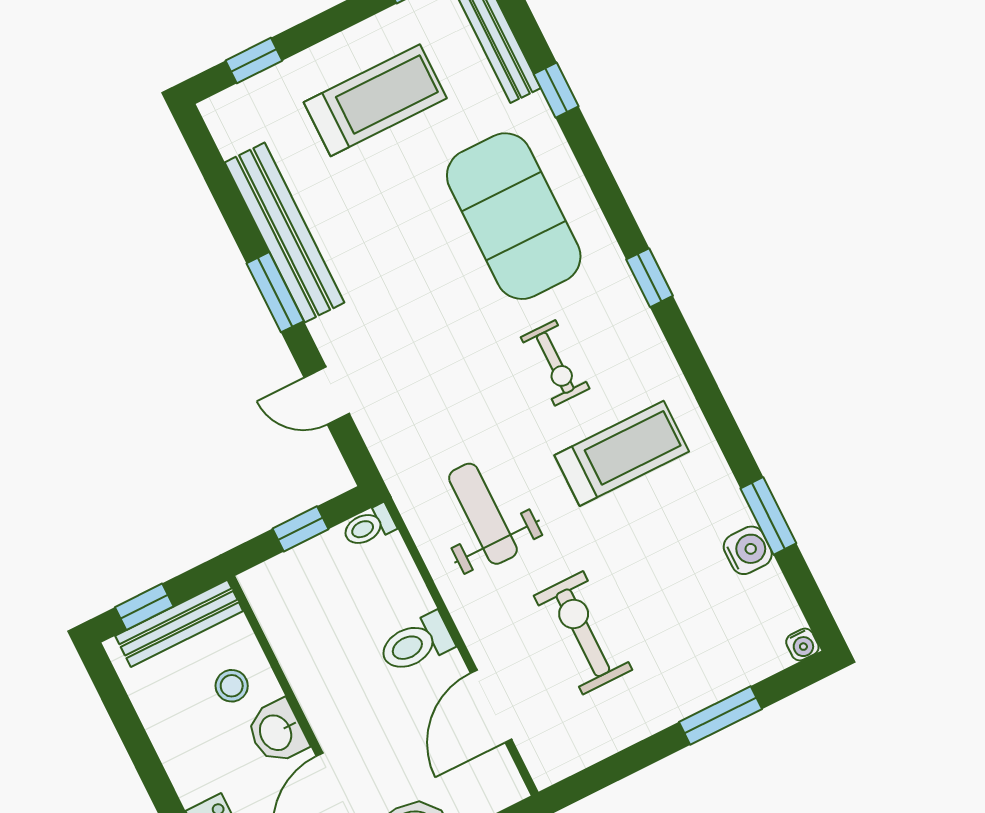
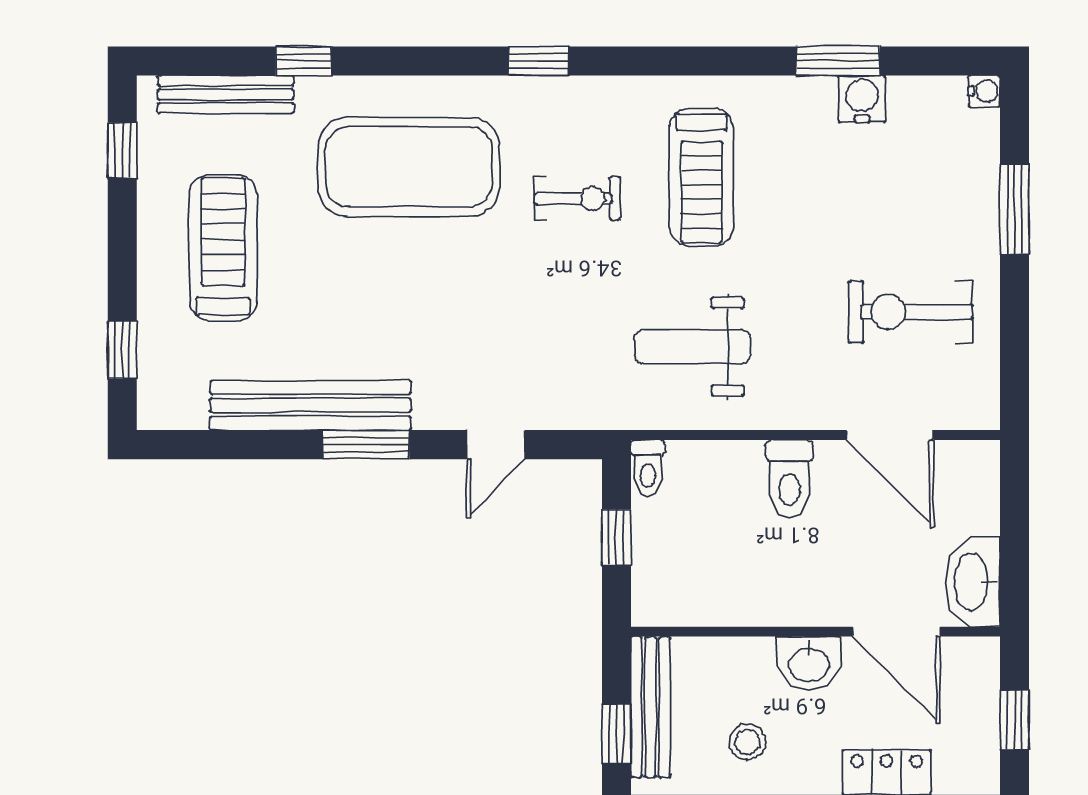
treadmill: (622, 453) -> (701, 177), turned 180
exercise bike: (583, 633) -> (911, 312), moved
stool: (232, 686) -> (747, 742), moved

